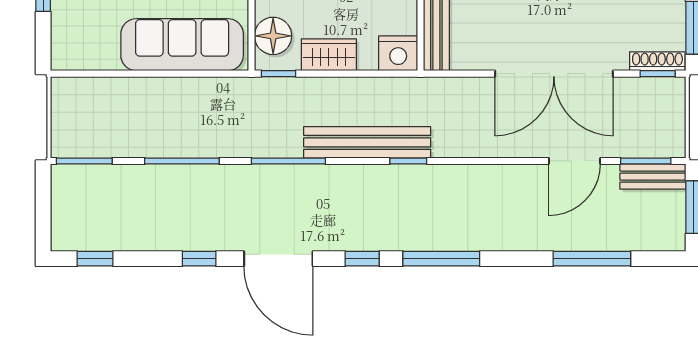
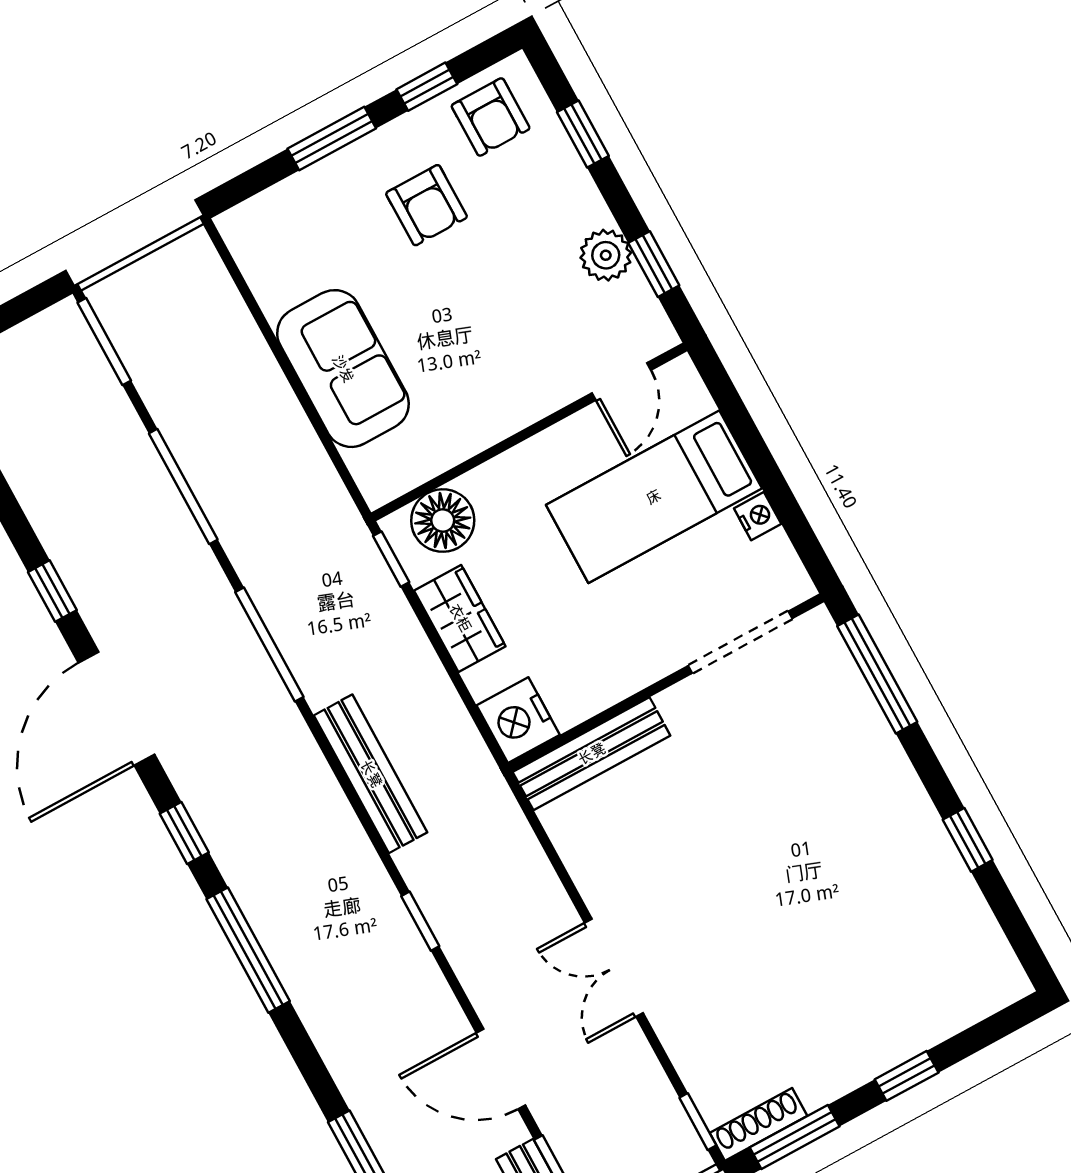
sofa: (182, 45) -> (343, 369), width x0.73
shoe rack: (657, 61) -> (758, 1124), moved, turned -90
double door: (554, 74) -> (614, 968), width x0.54
bench: (367, 142) -> (371, 774), width x0.73, depth x0.82
window: (408, 161) -> (420, 921), moved

